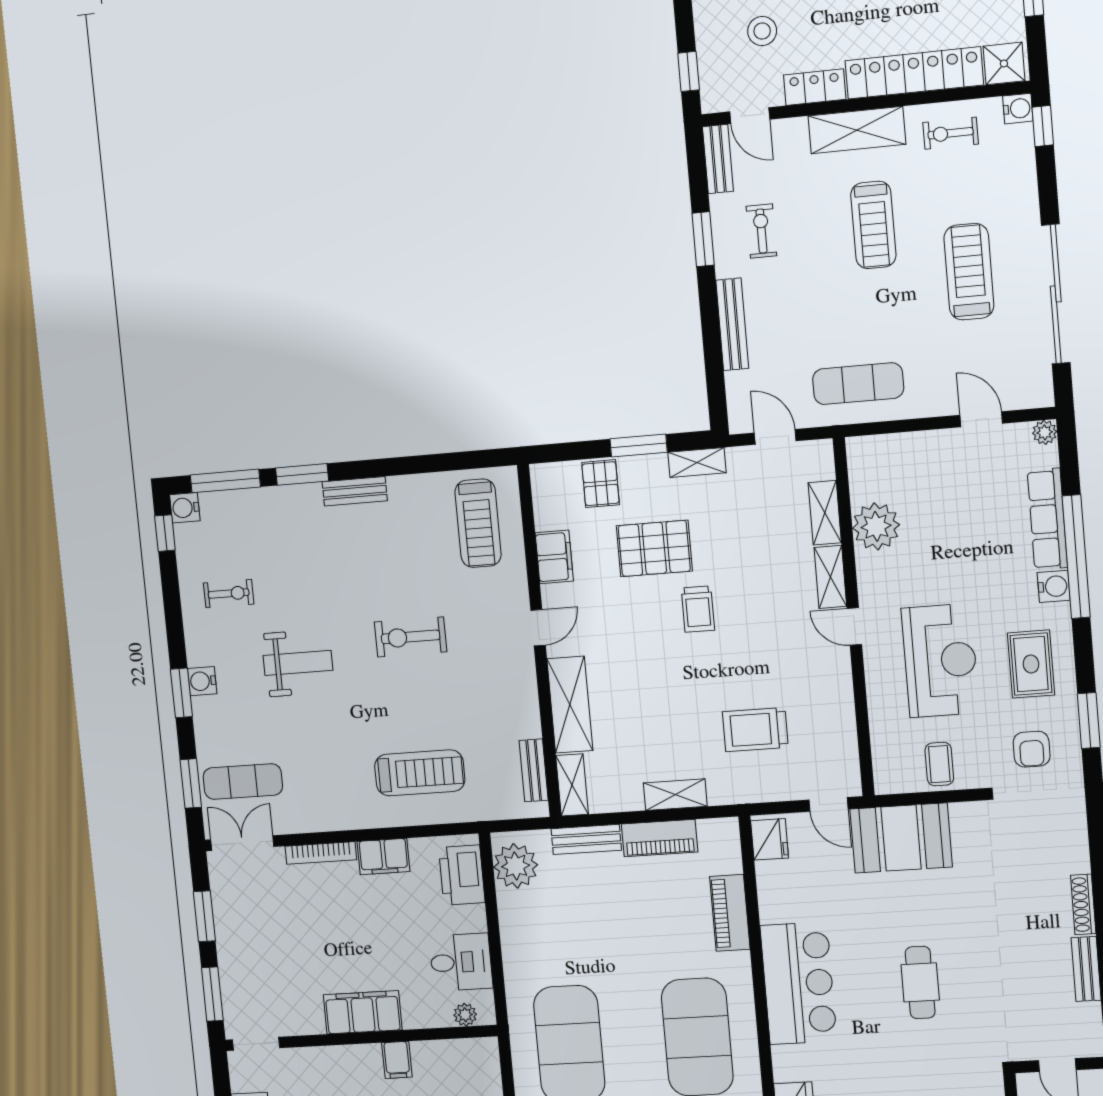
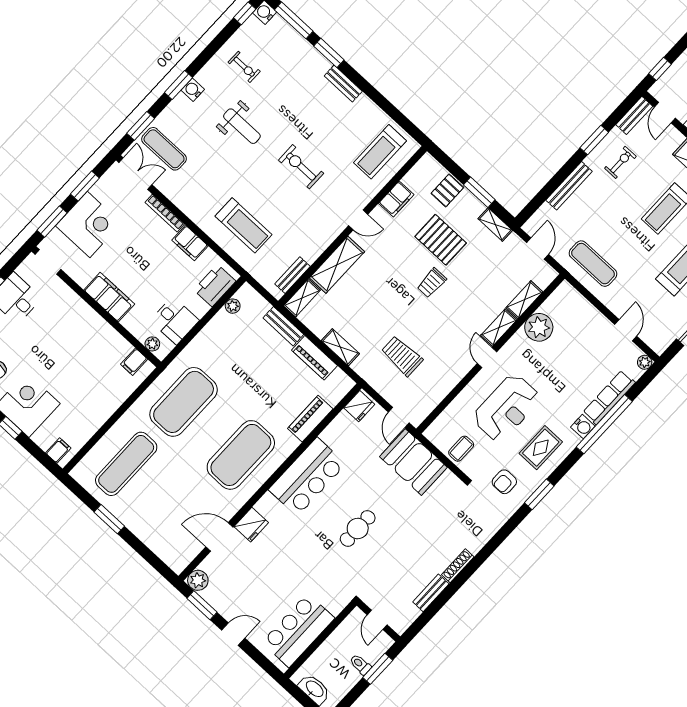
plant: (516, 866) -> (233, 306), width x0.53, depth x0.53
corner desk: (254, 955) -> (89, 225), added
filing cabinet: (397, 1060) -> (134, 362), moved

